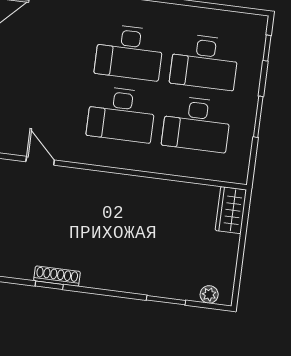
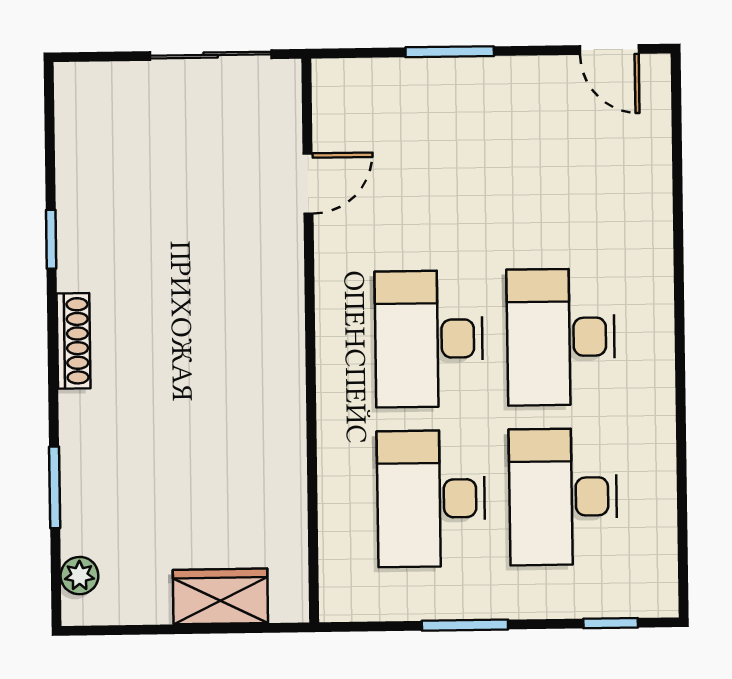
wardrobe: (231, 210) -> (220, 596), moved
shoe rack: (57, 276) -> (74, 341), moved

